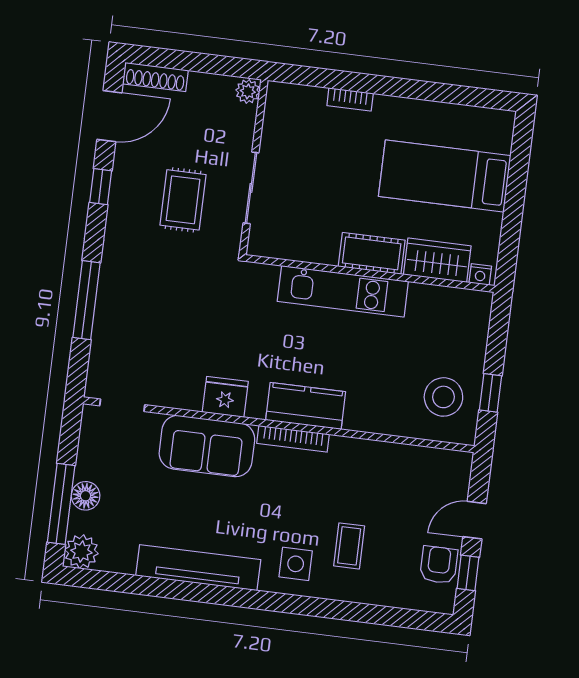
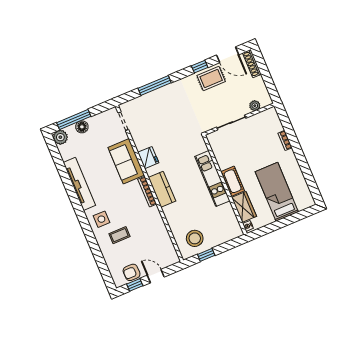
plant: (248, 91) -> (255, 106), moved
rug: (183, 200) -> (211, 79), moved
armchair: (439, 565) -> (132, 272), turned 180

